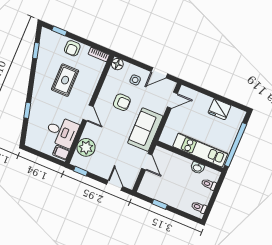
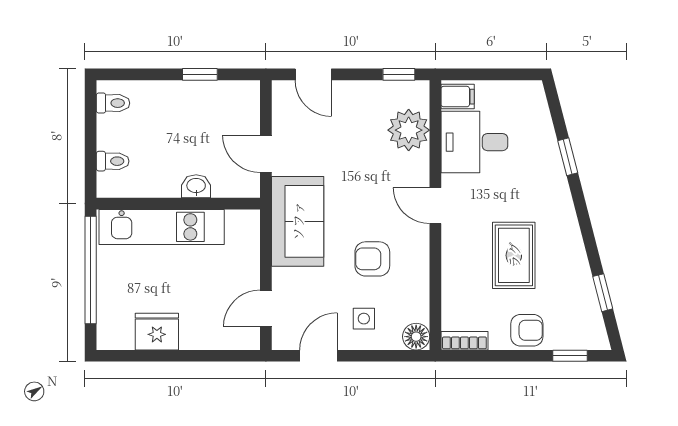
armchair: (72, 48) -> (527, 330), turned 90
washbasin: (197, 168) -> (196, 186), moved

